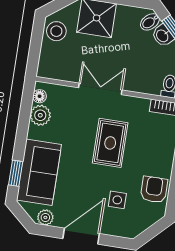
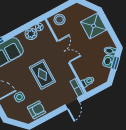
stool: (56, 31) -> (60, 20), moved
rug: (110, 143) -> (42, 74), turned 90

